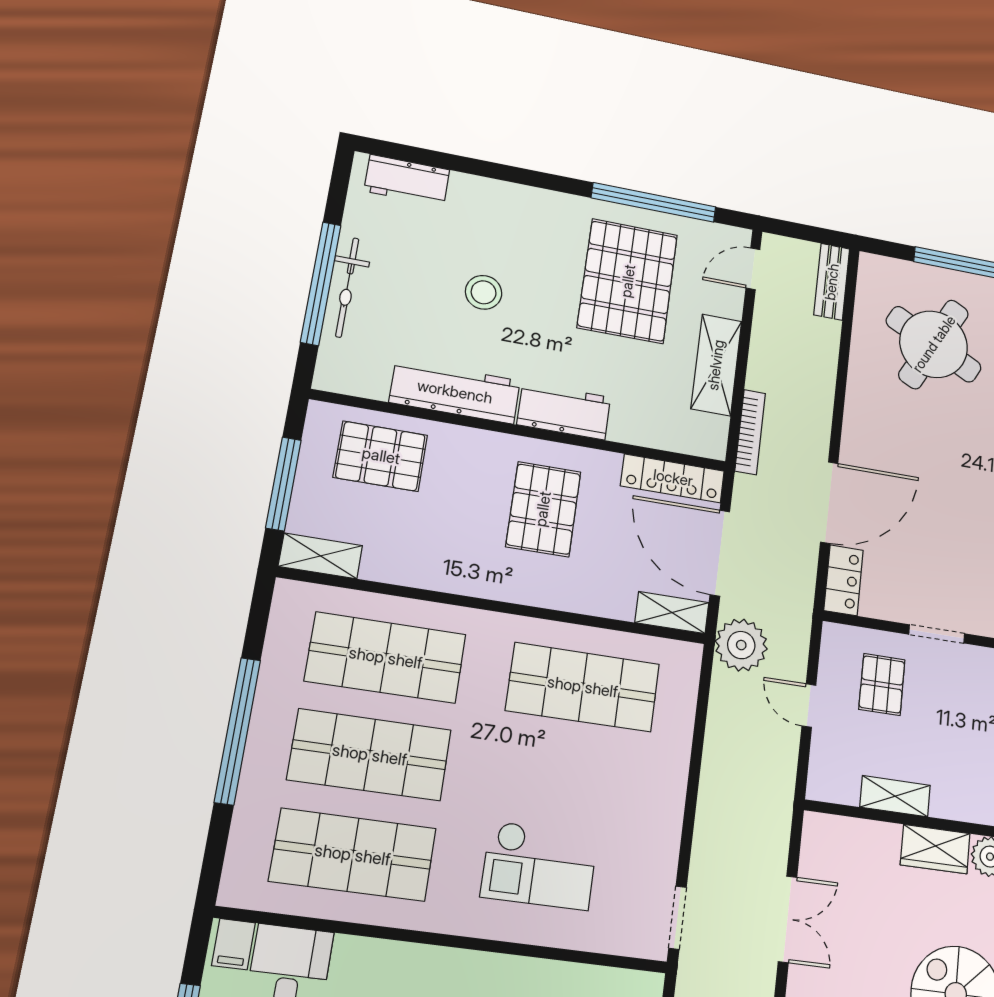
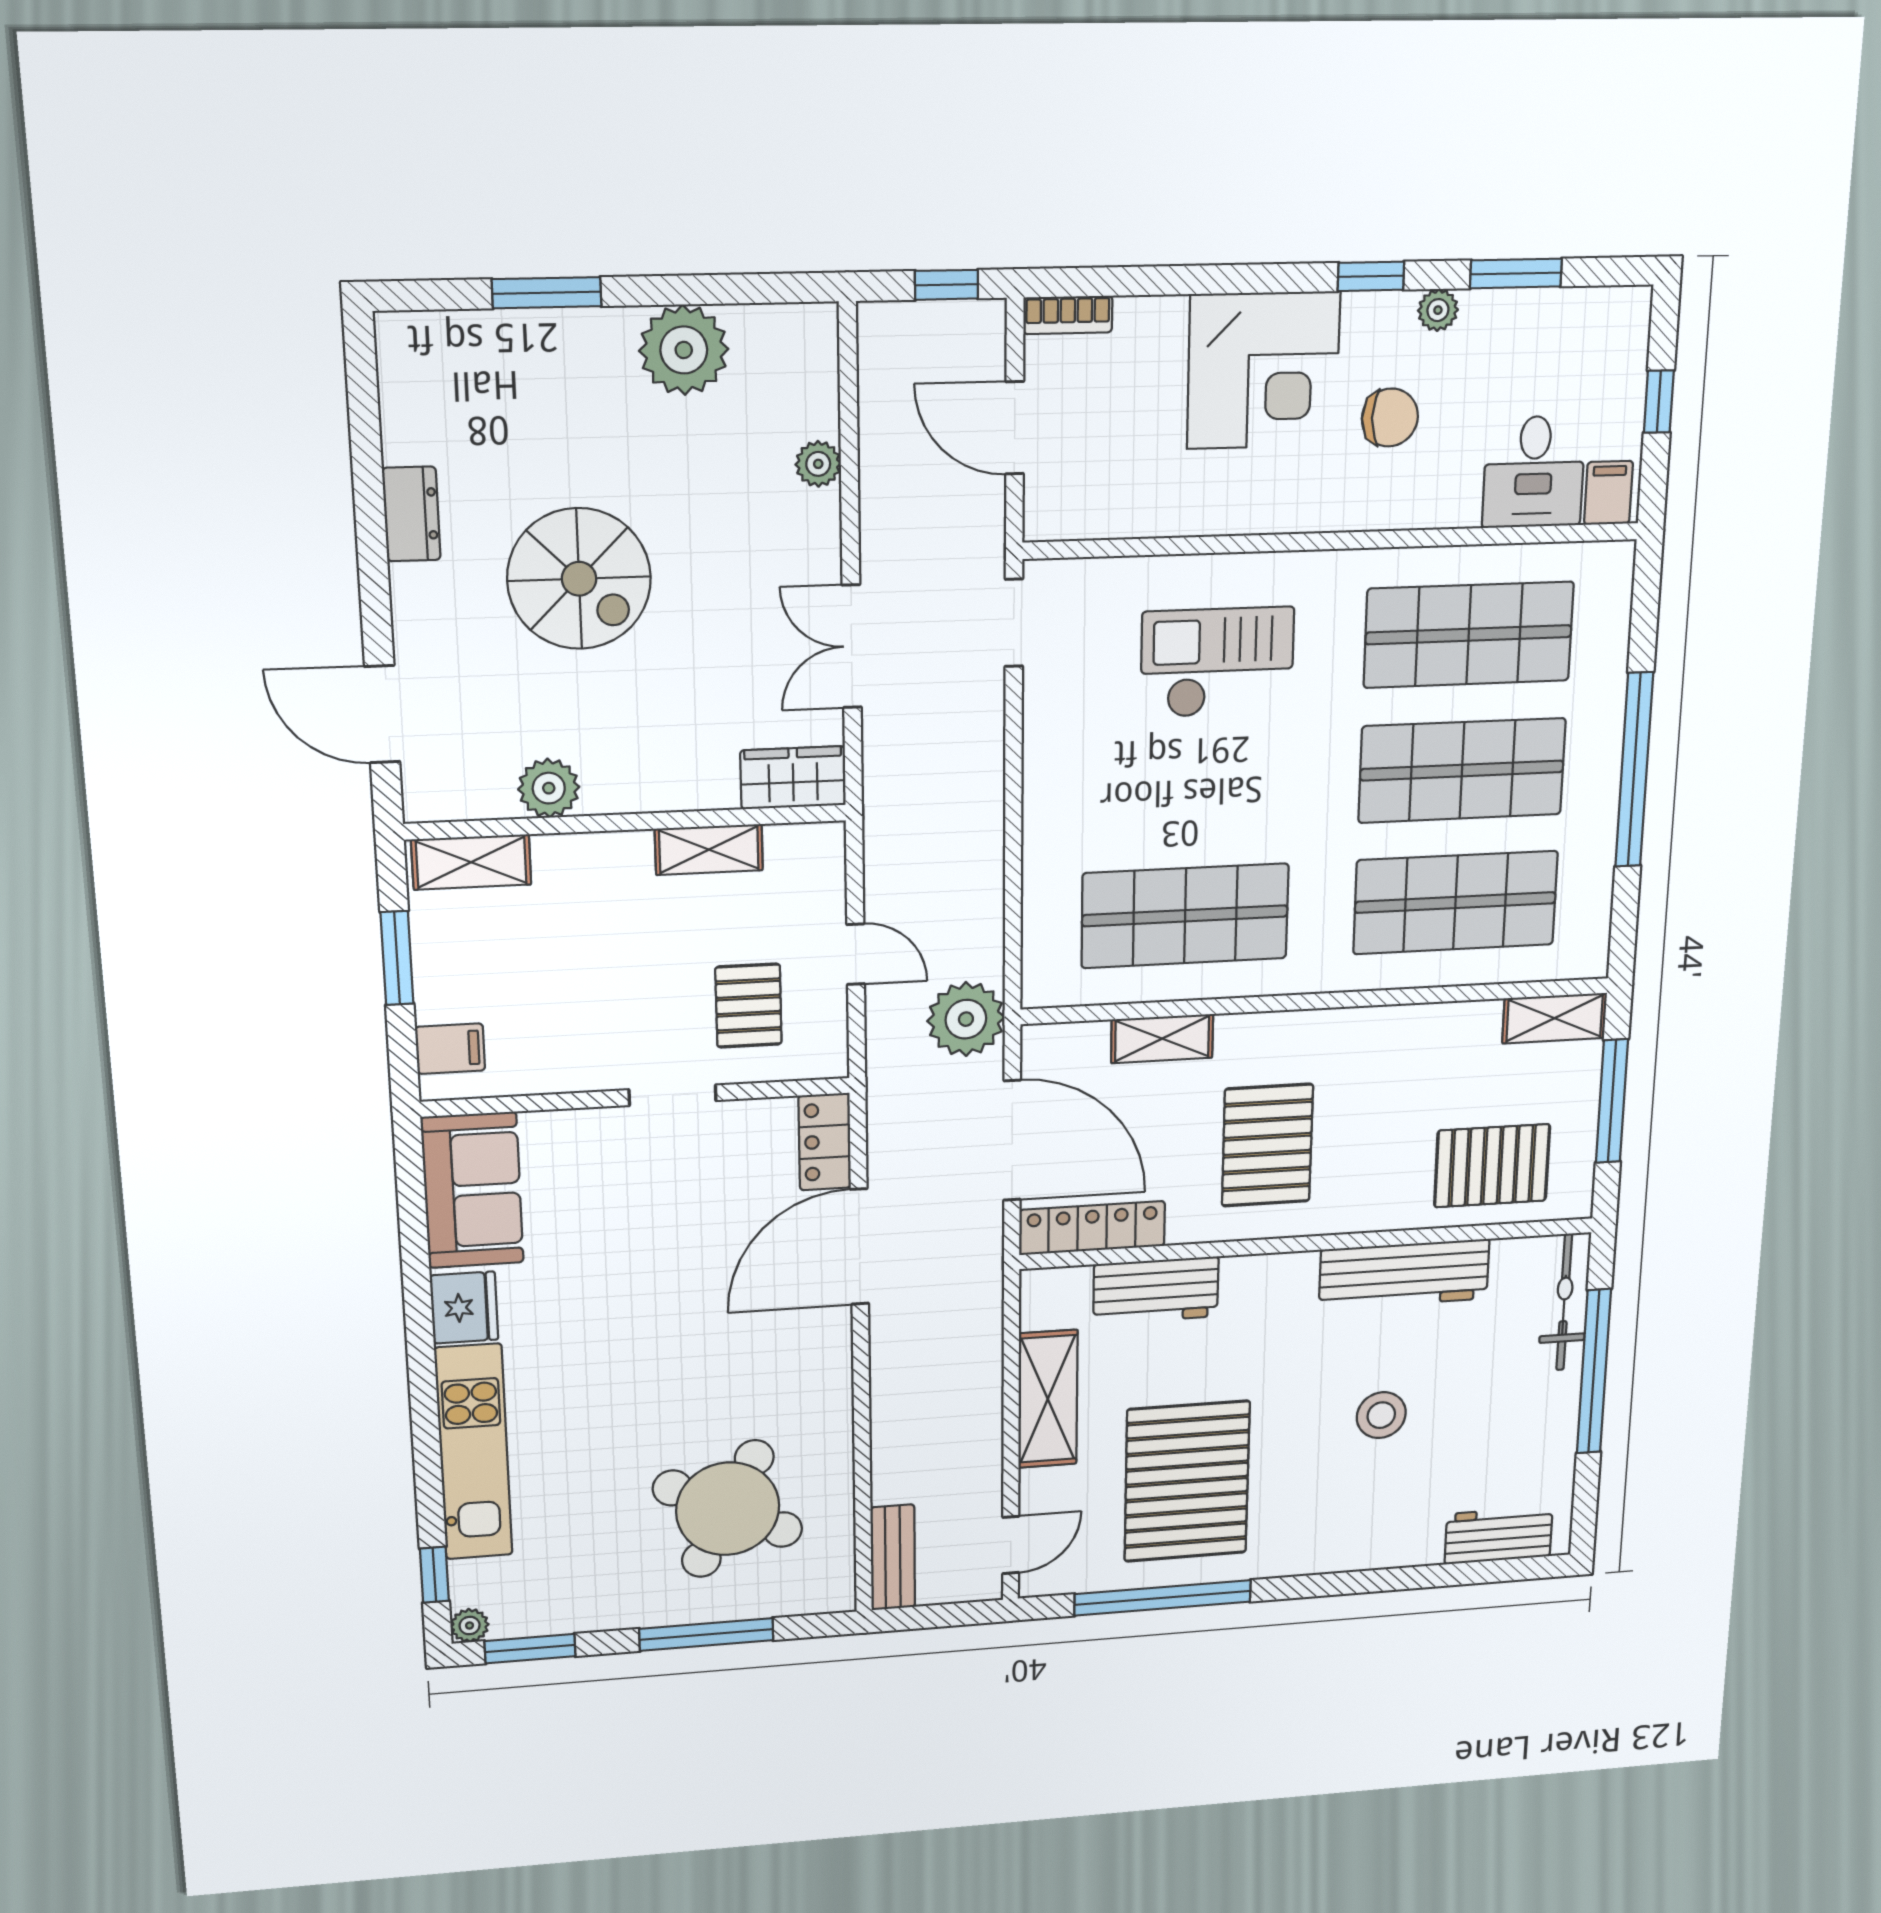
bicycle: (347, 287) -> (1564, 1302), moved
workbench: (564, 411) -> (1156, 1290), moved
bookcase: (750, 432) -> (988, 1318), removed
shelving: (672, 612) -> (1162, 1039), moved
wardrobe: (935, 849) -> (793, 778), moved

